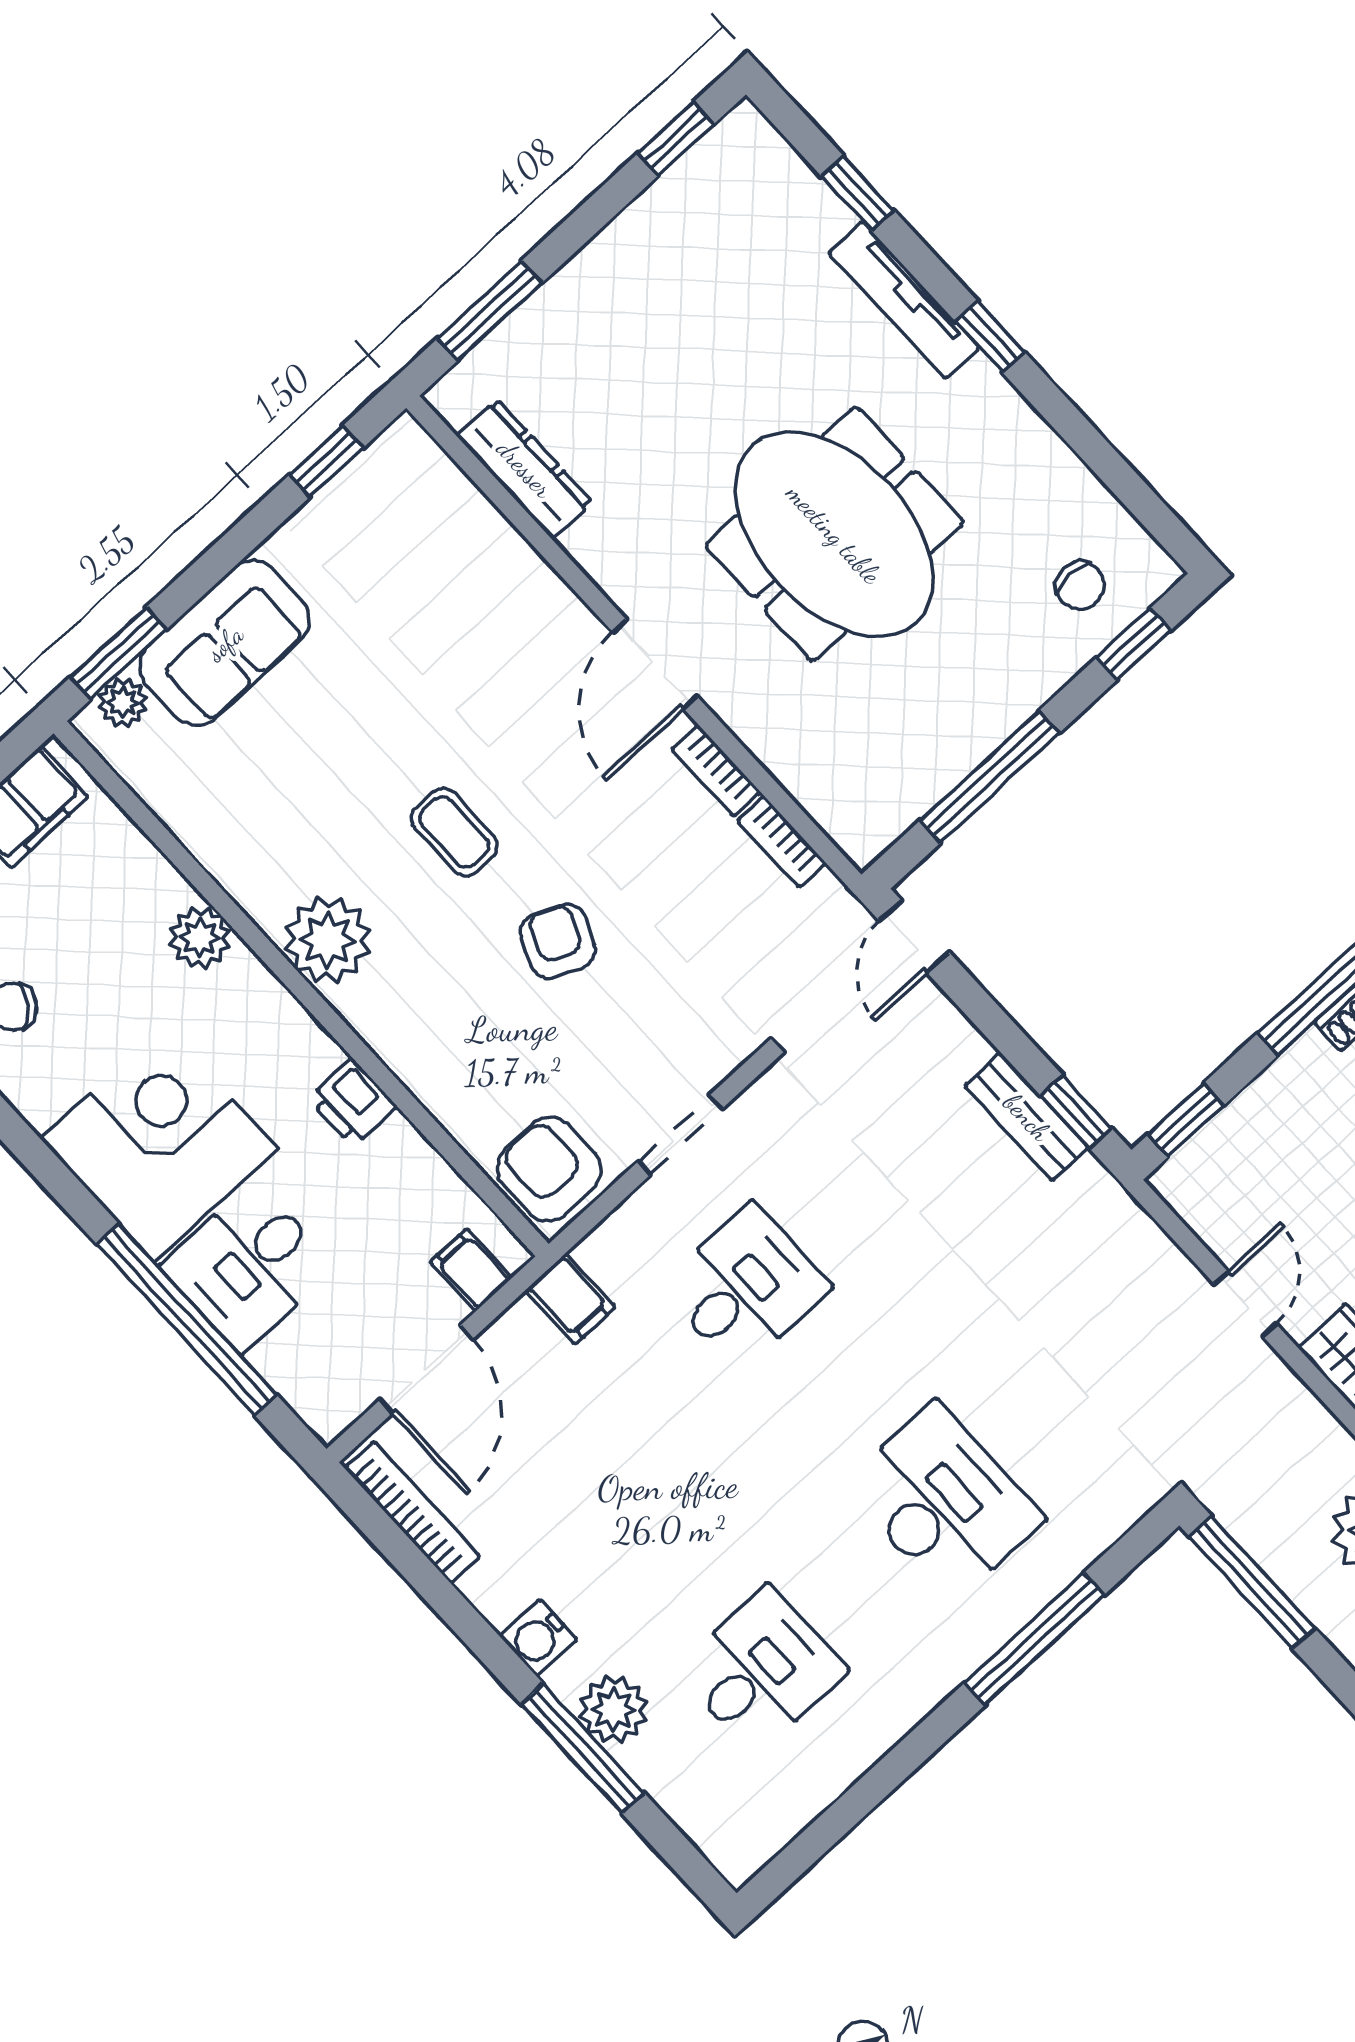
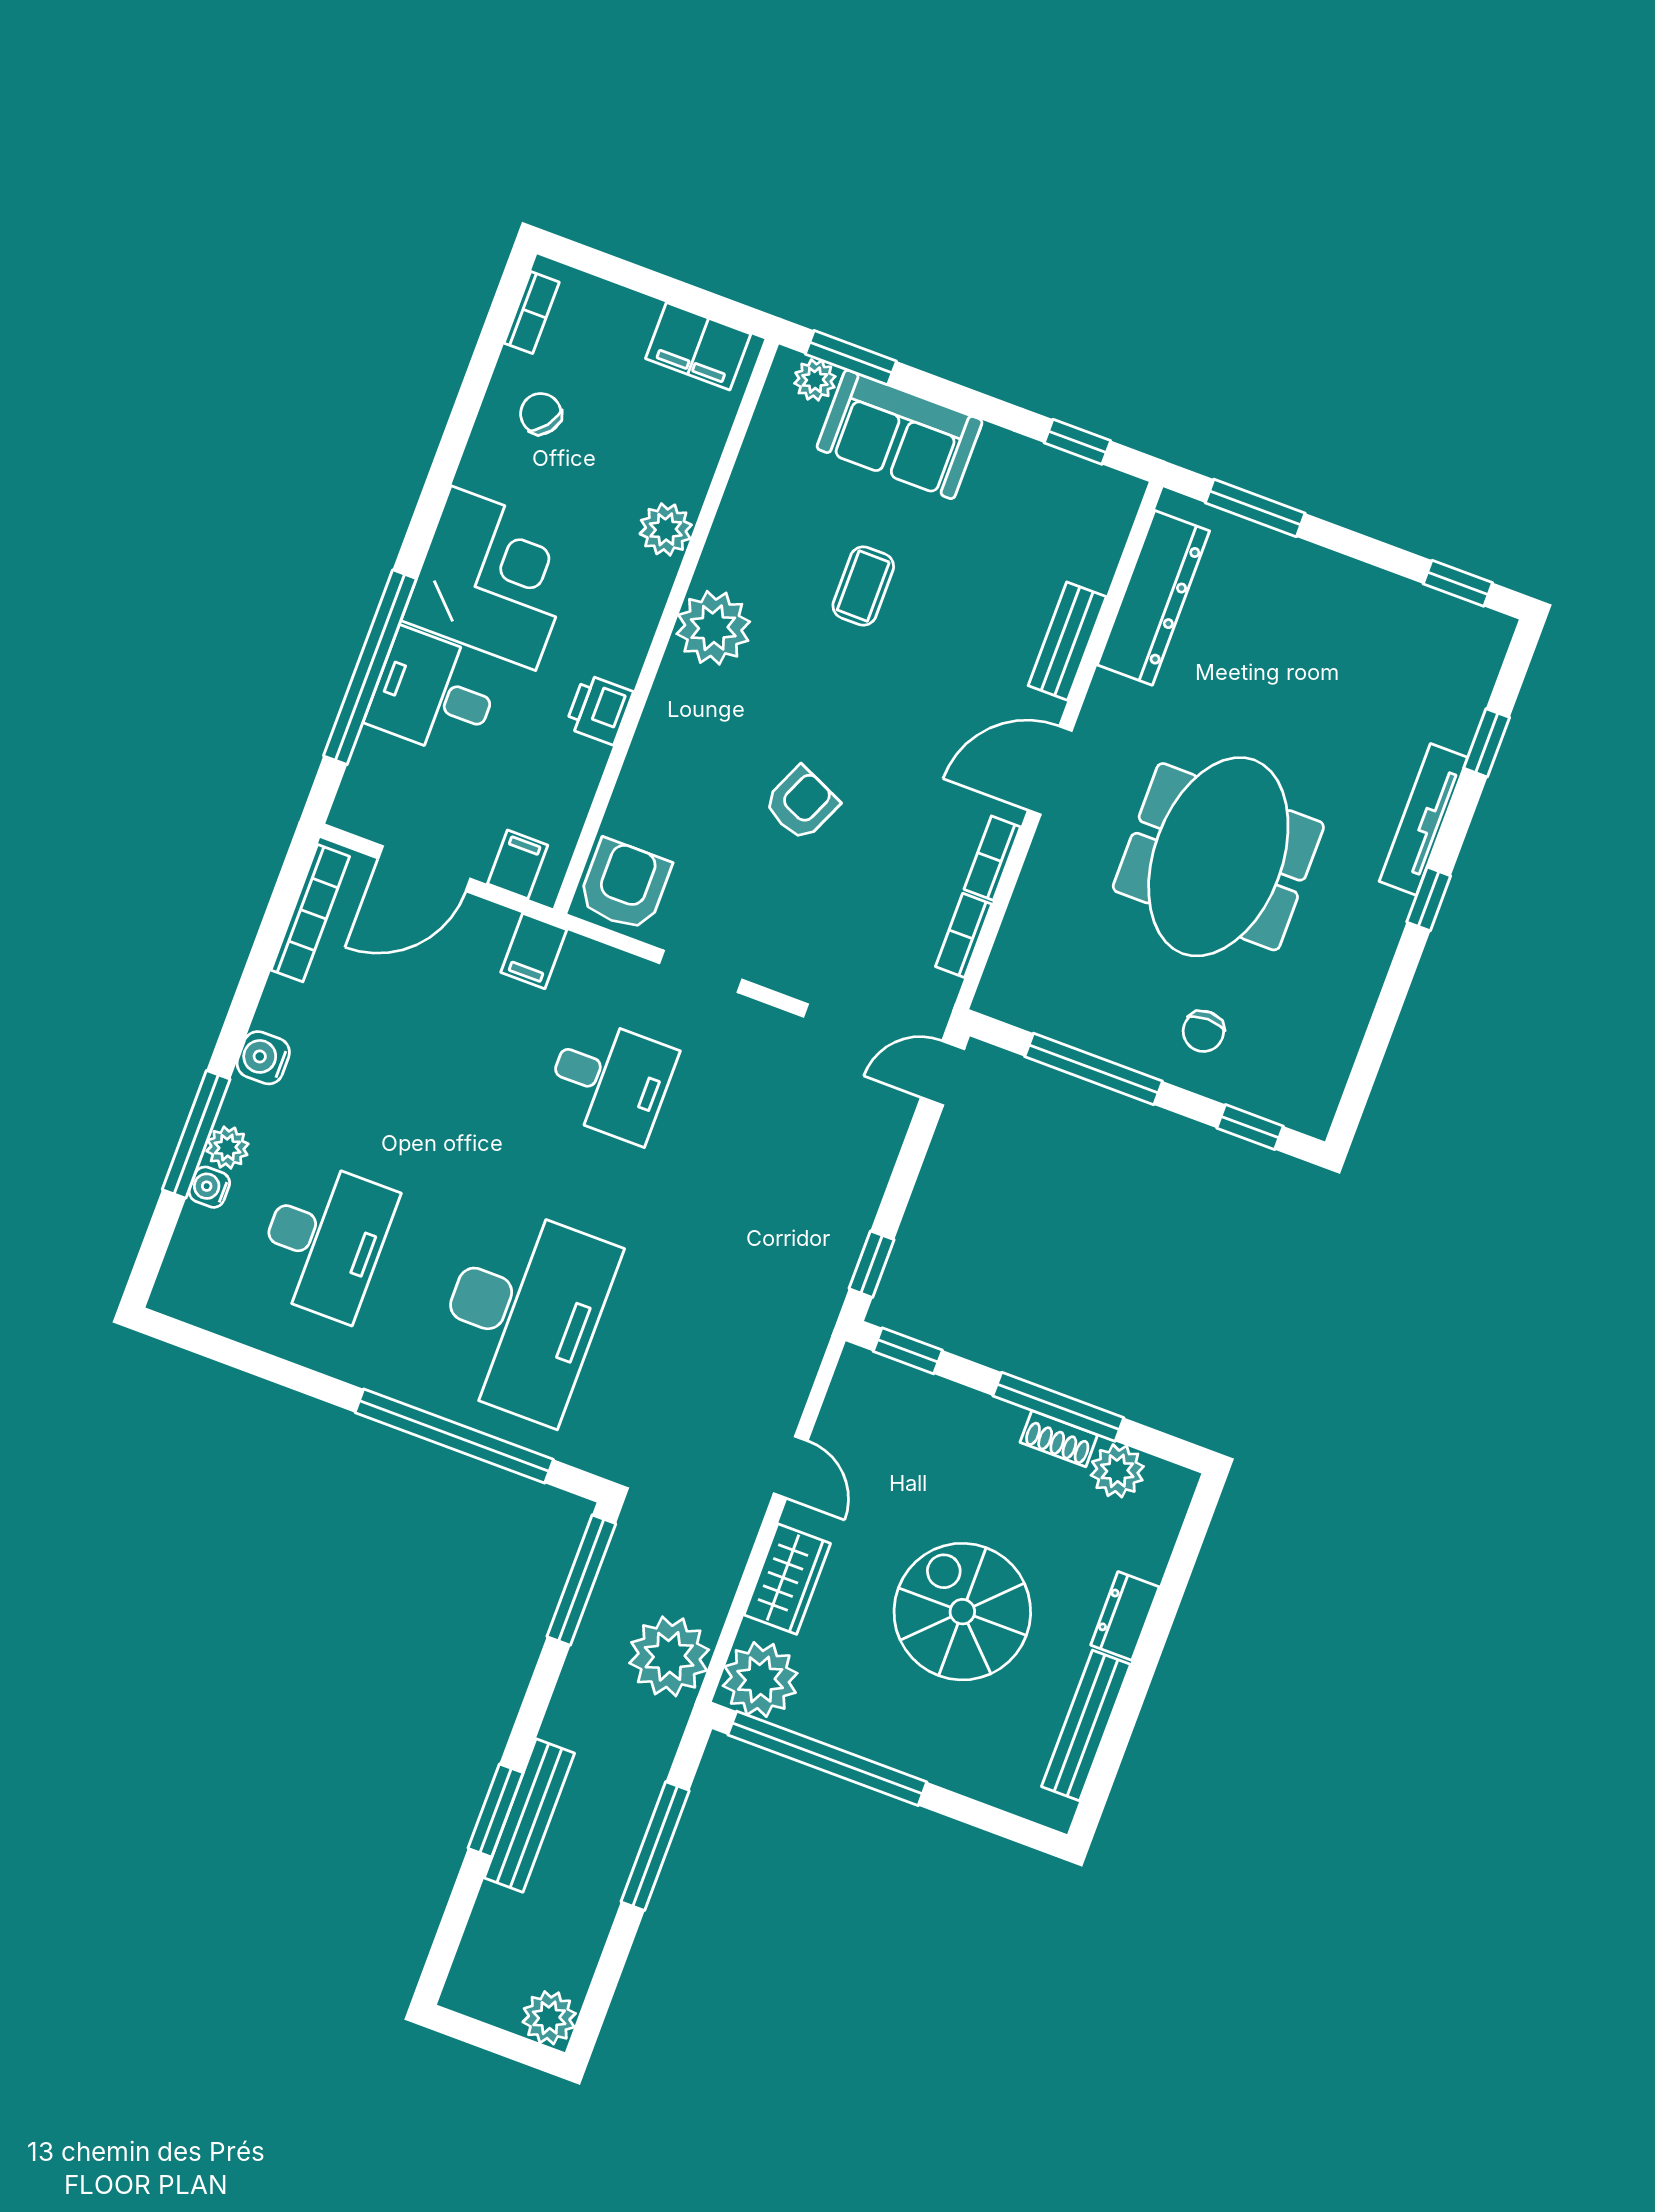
dresser: (525, 469) -> (1153, 598), width x1.37, depth x1.24
chair: (1080, 586) -> (1203, 1031), moved
coffee table: (454, 832) -> (863, 586), moved
bench: (1027, 1117) -> (1067, 641), moved
door: (1245, 1304) -> (791, 1467), hinge flipped
desk: (944, 1502) -> (523, 1314), width x1.36, depth x1.30
window: (1034, 1639) -> (454, 1436), width x1.46
desk: (761, 1670) -> (325, 1240), width x1.37
plant: (614, 1710) -> (227, 1148), width x0.73, depth x0.73
water cooler: (645, 1763) -> (209, 1187), added

